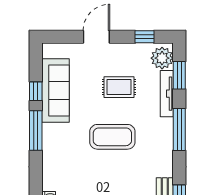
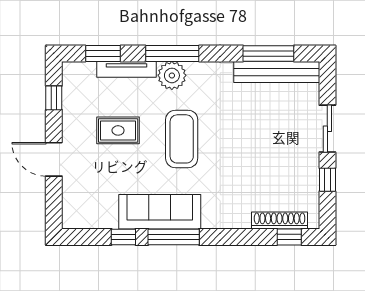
plant: (162, 58) -> (172, 75), moved
rug: (119, 87) -> (118, 130), turned 90
sofa: (55, 91) -> (160, 212), moved

